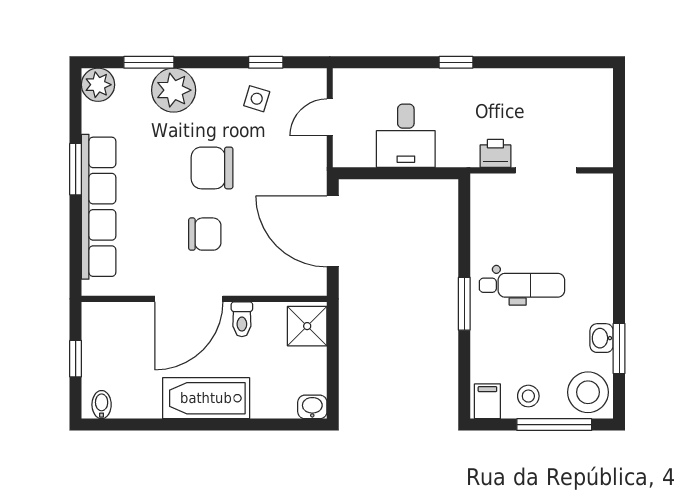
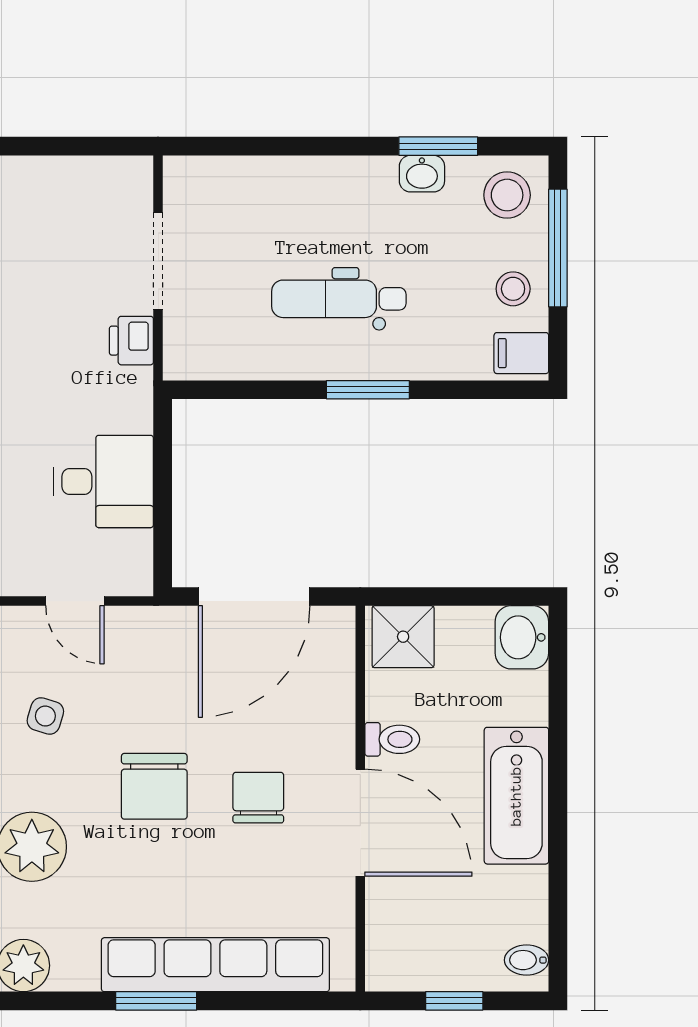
dental chair: (522, 285) -> (339, 299), turned -90
stool: (588, 392) -> (507, 195), width x0.73, depth x0.73
washbasin: (312, 407) -> (522, 637), width x1.38, depth x1.45

